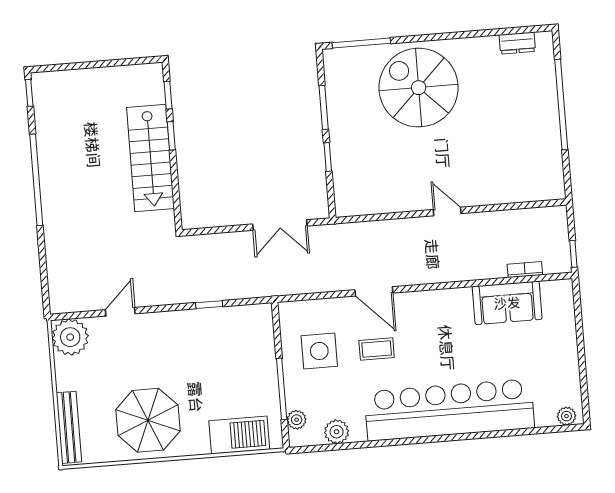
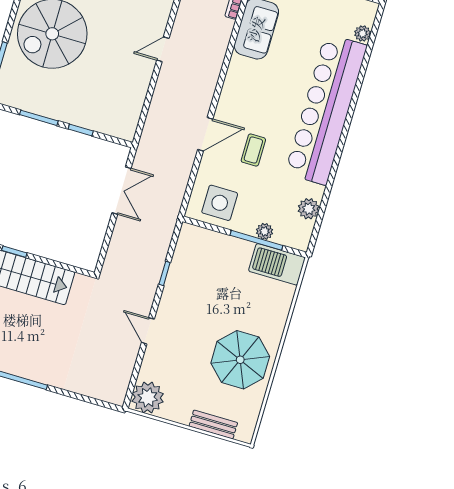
door: (120, 312) -> (148, 331), moved
side table: (319, 351) -> (220, 203), moved
plant: (567, 416) -> (363, 33), moved
plant: (297, 420) -> (265, 231), moved
bench: (69, 427) -> (213, 424), width x0.73
barbecue: (239, 435) -> (277, 264), moved, turned -90

